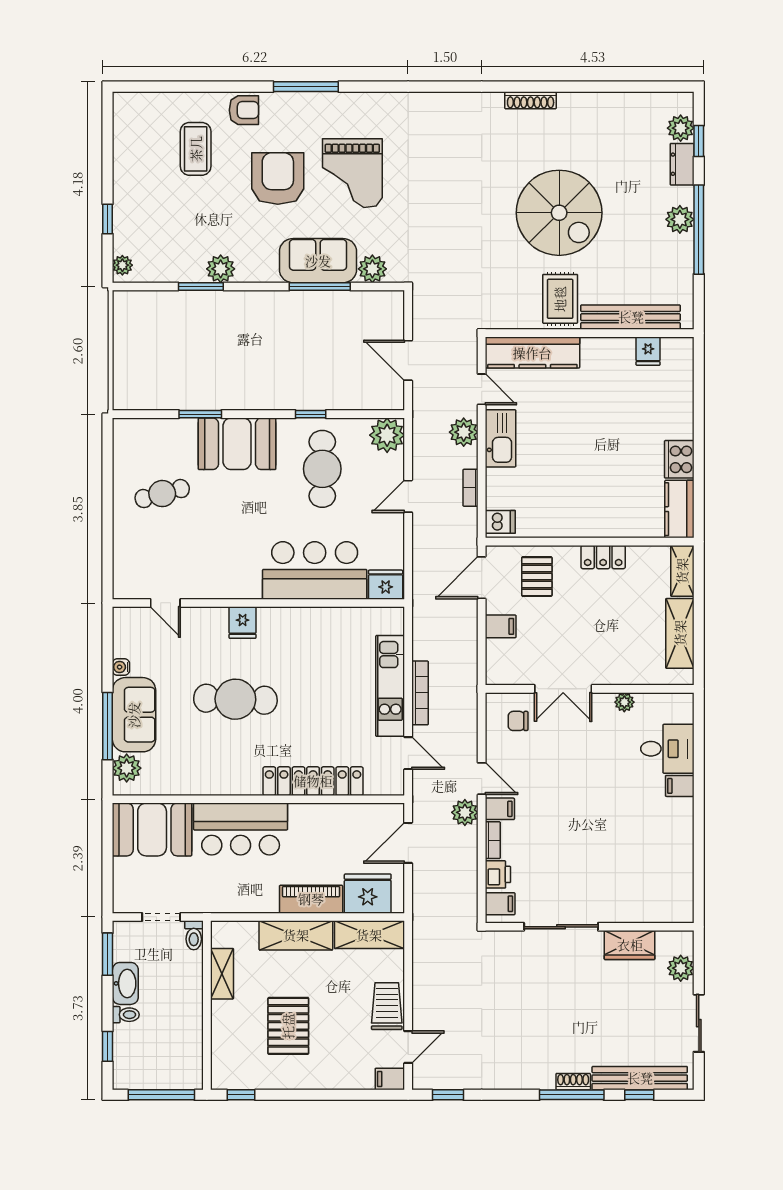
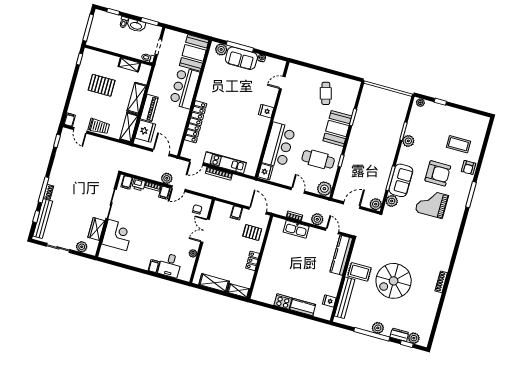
plant: (390, 304) -> (376, 204), added
door: (482, 389) -> (332, 231), swing flipped
kitchen sink: (500, 438) -> (296, 229), moved
kitchen counter: (679, 509) -> (303, 307), moved
dishwasher: (500, 522) -> (278, 224), removed
cafe table: (235, 699) -> (237, 100), removed
corner desk: (630, 892) -> (117, 235), added

